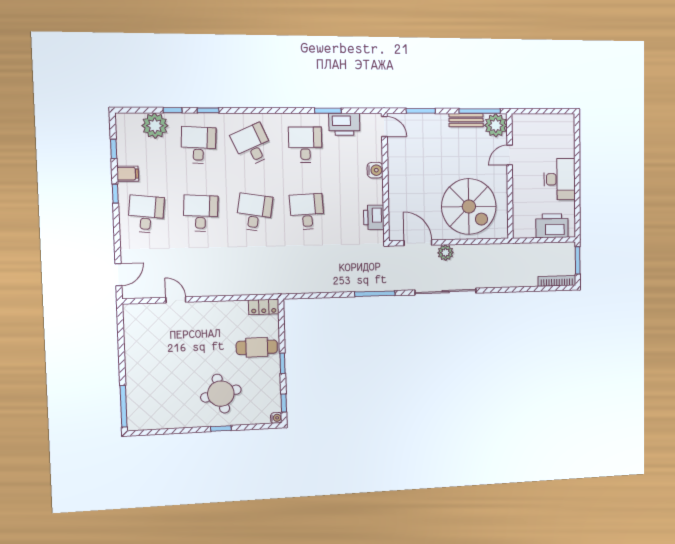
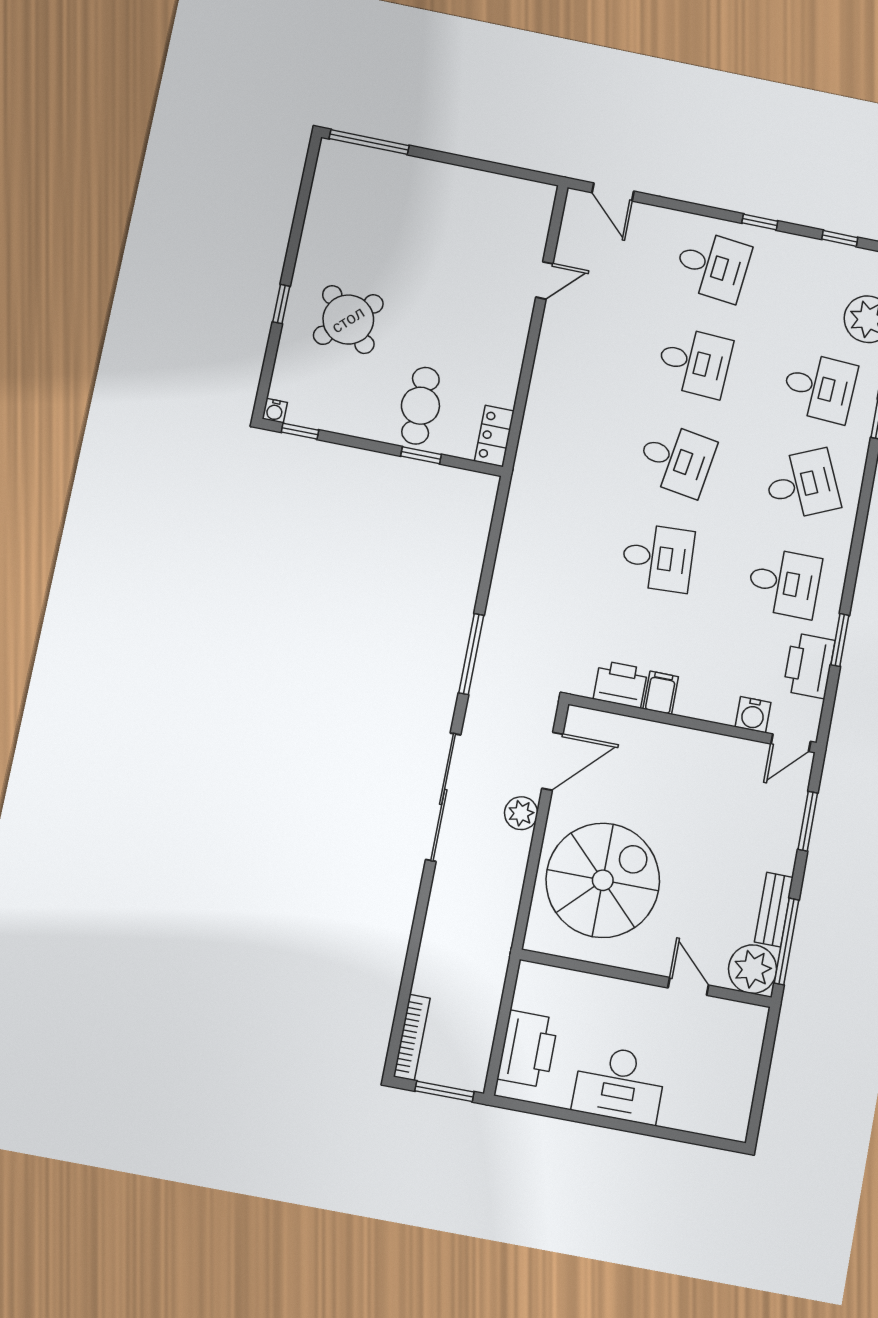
water cooler: (375, 170) -> (753, 715), moved
filing cabinet: (128, 174) -> (661, 693), moved, turned 180
spiral stairs: (469, 206) -> (603, 880), turned 180
window: (283, 363) -> (421, 455), moved
round table: (221, 394) -> (348, 320), turned -32

